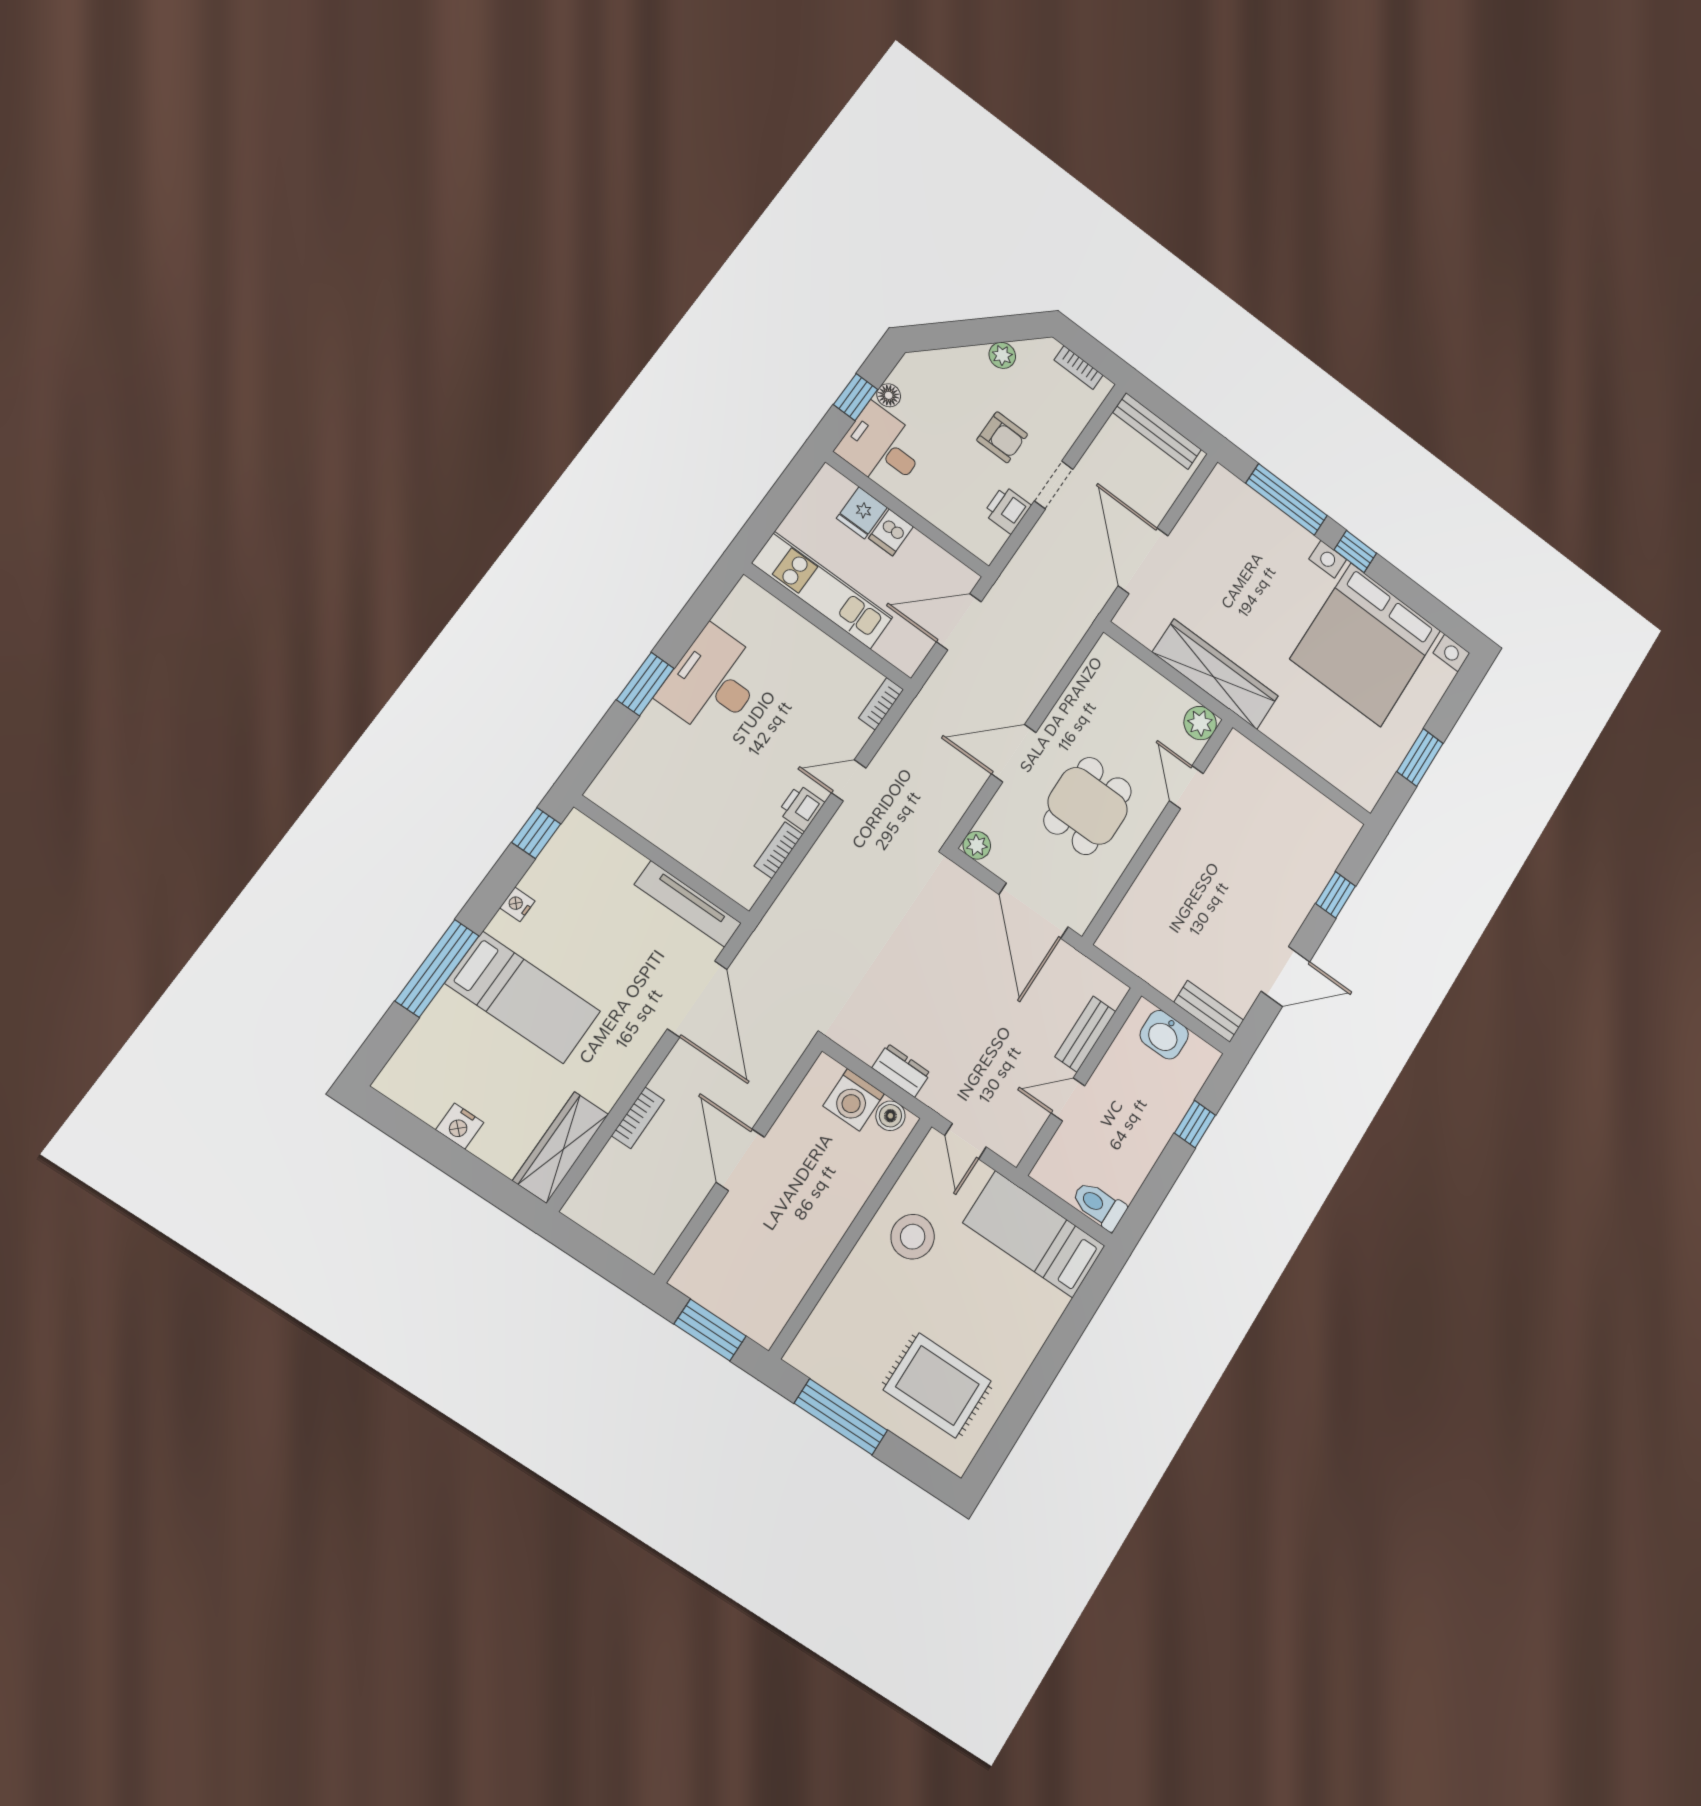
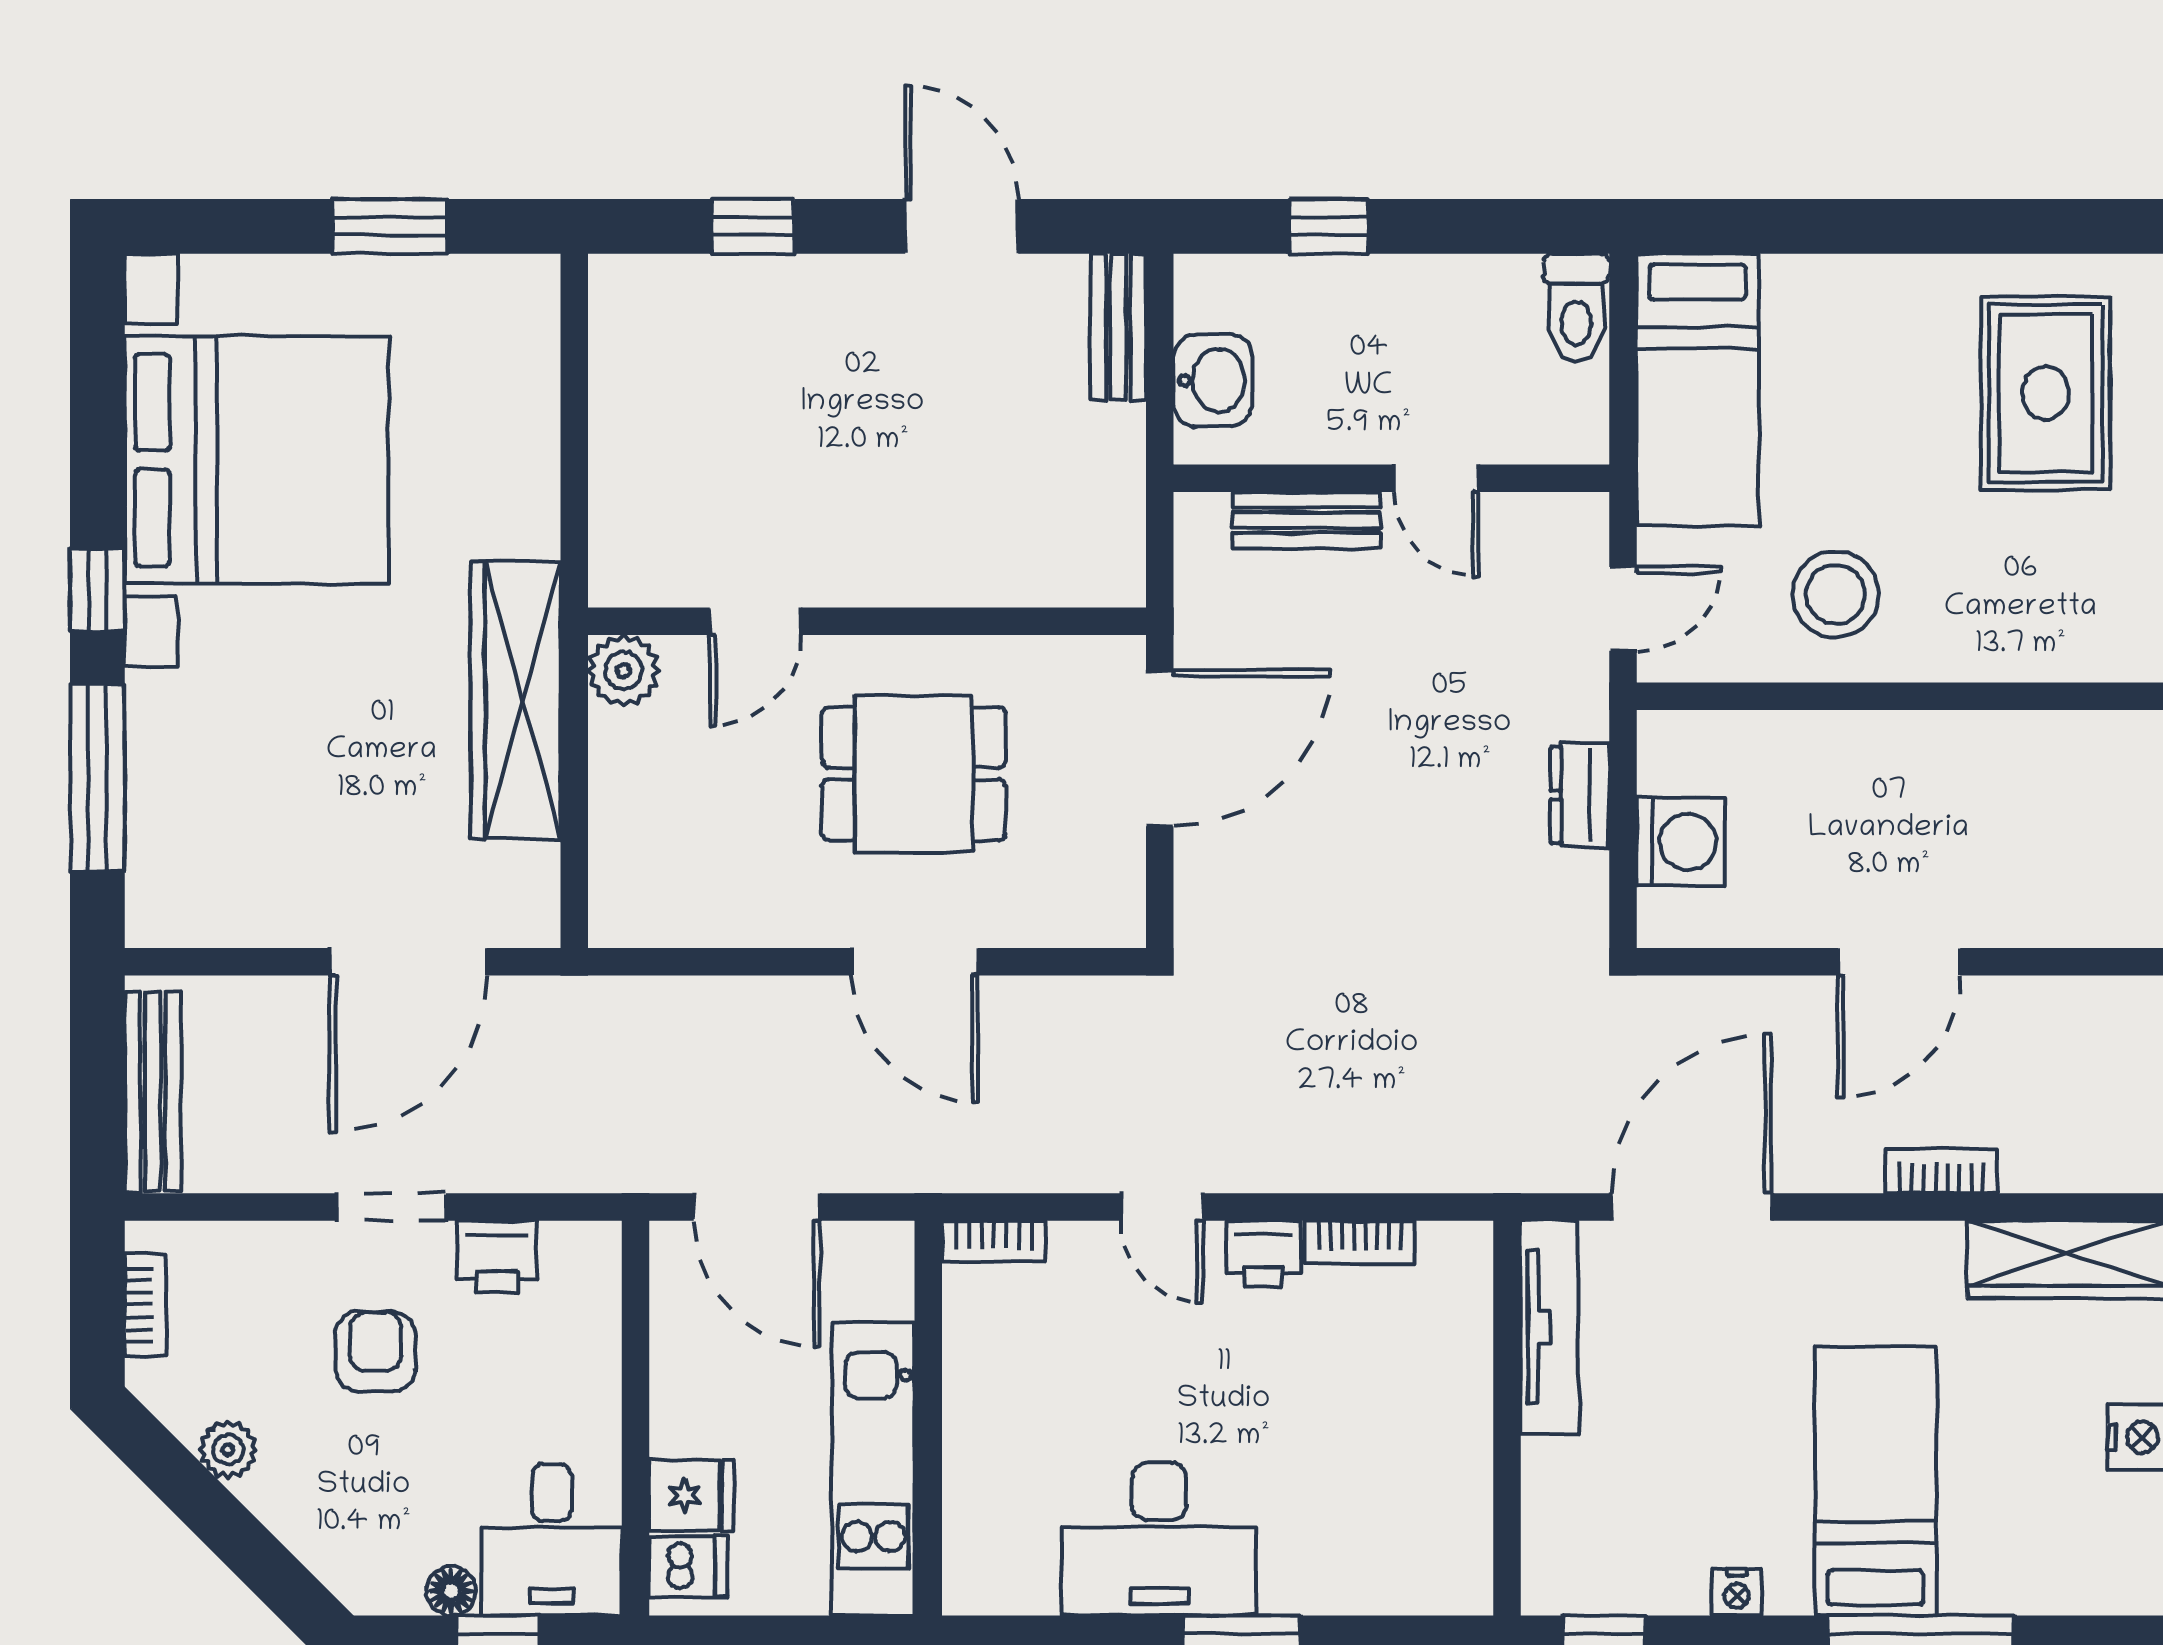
dishwasher: (891, 533) -> (688, 1566), moved
plant: (977, 845) -> (1118, 920), removed
boiler: (890, 1116) -> (1666, 763), removed

